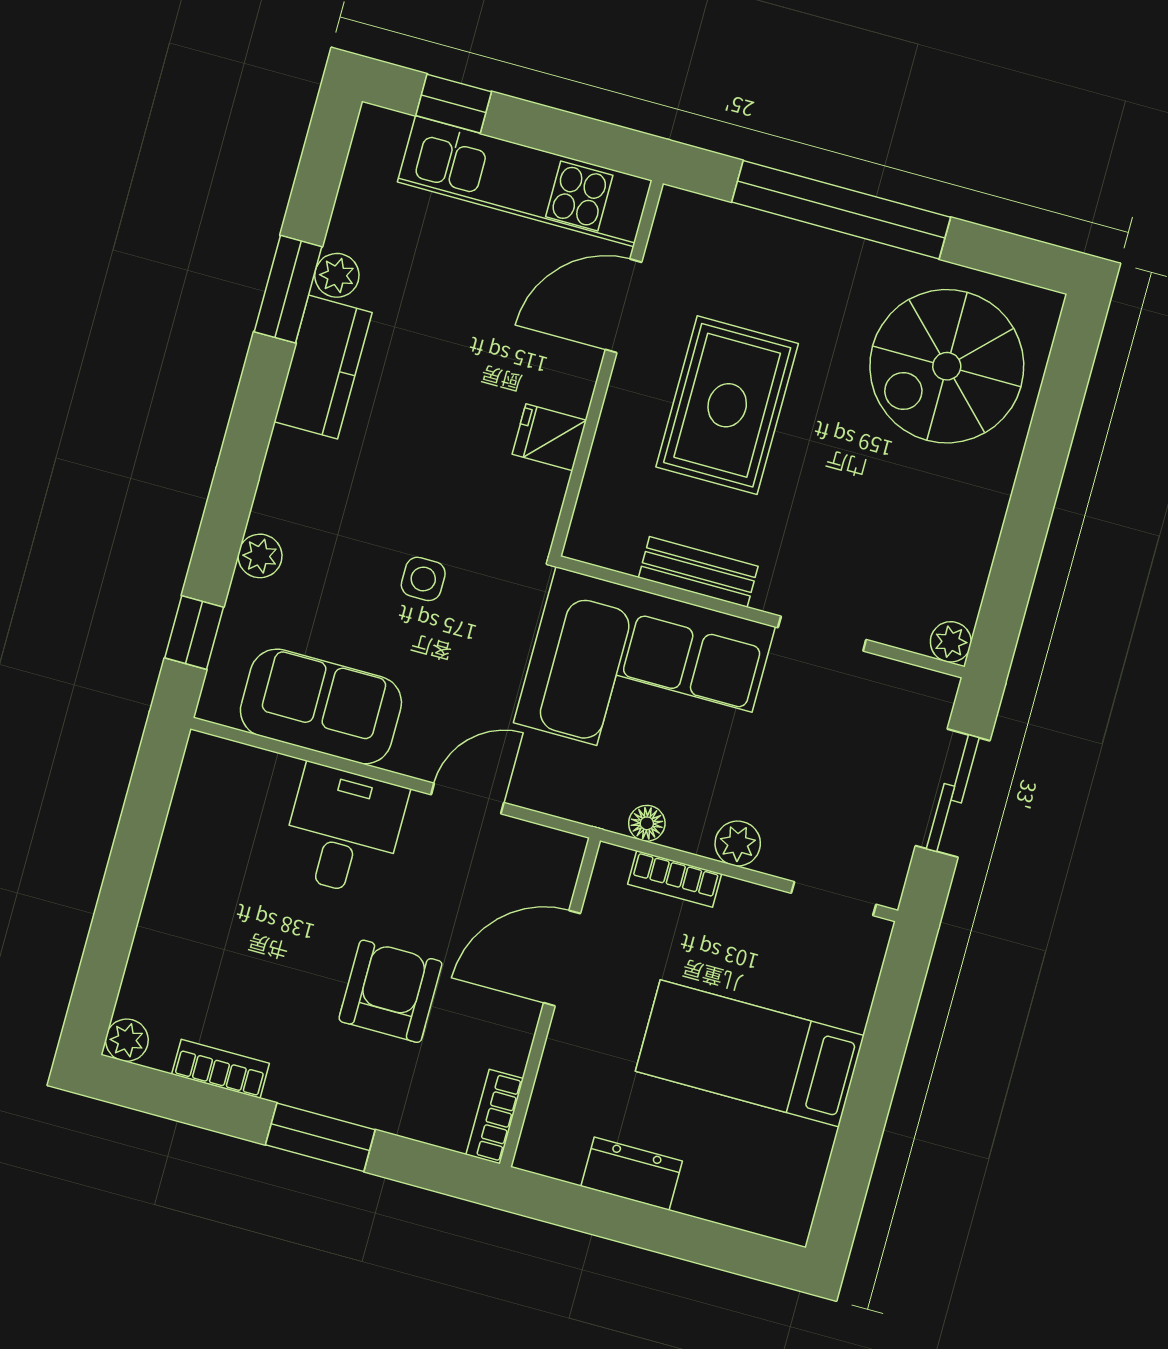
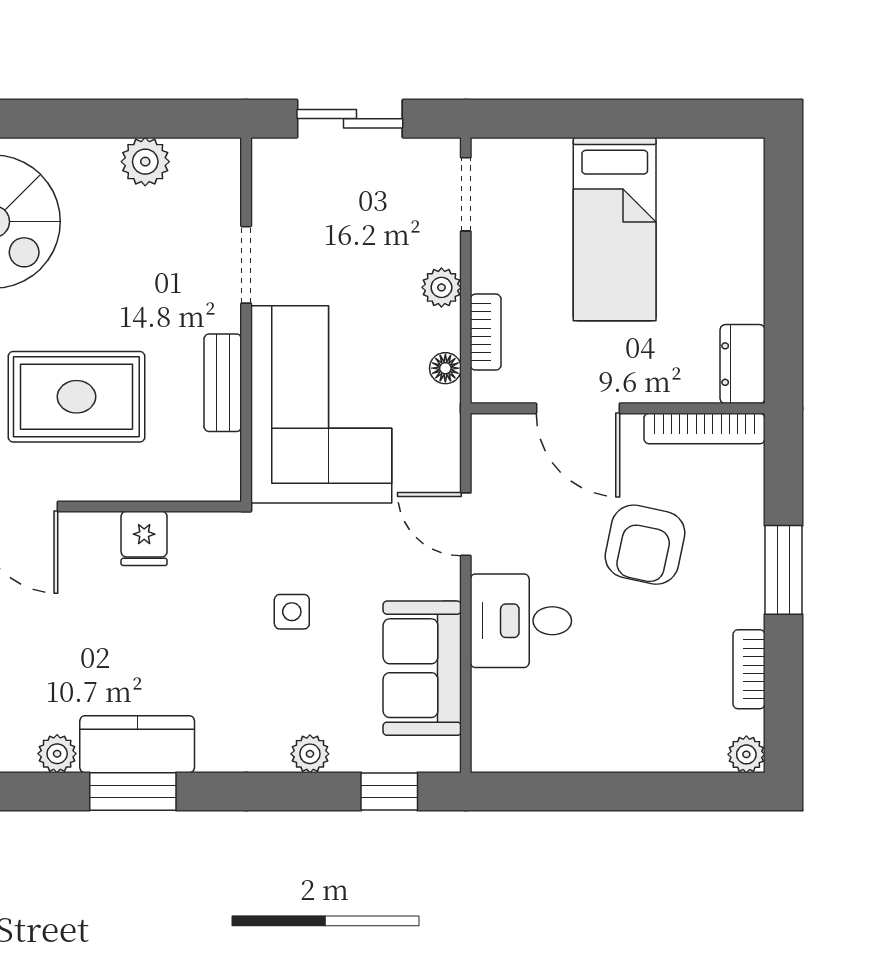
window: (288, 289) -> (133, 792), moved
plant: (951, 642) -> (145, 162), moved, width x1.38, depth x1.38
armchair: (390, 991) -> (645, 545), turned -78
bookcase: (495, 1117) -> (704, 428), width x1.56
dresser: (632, 1174) -> (742, 364), moved

